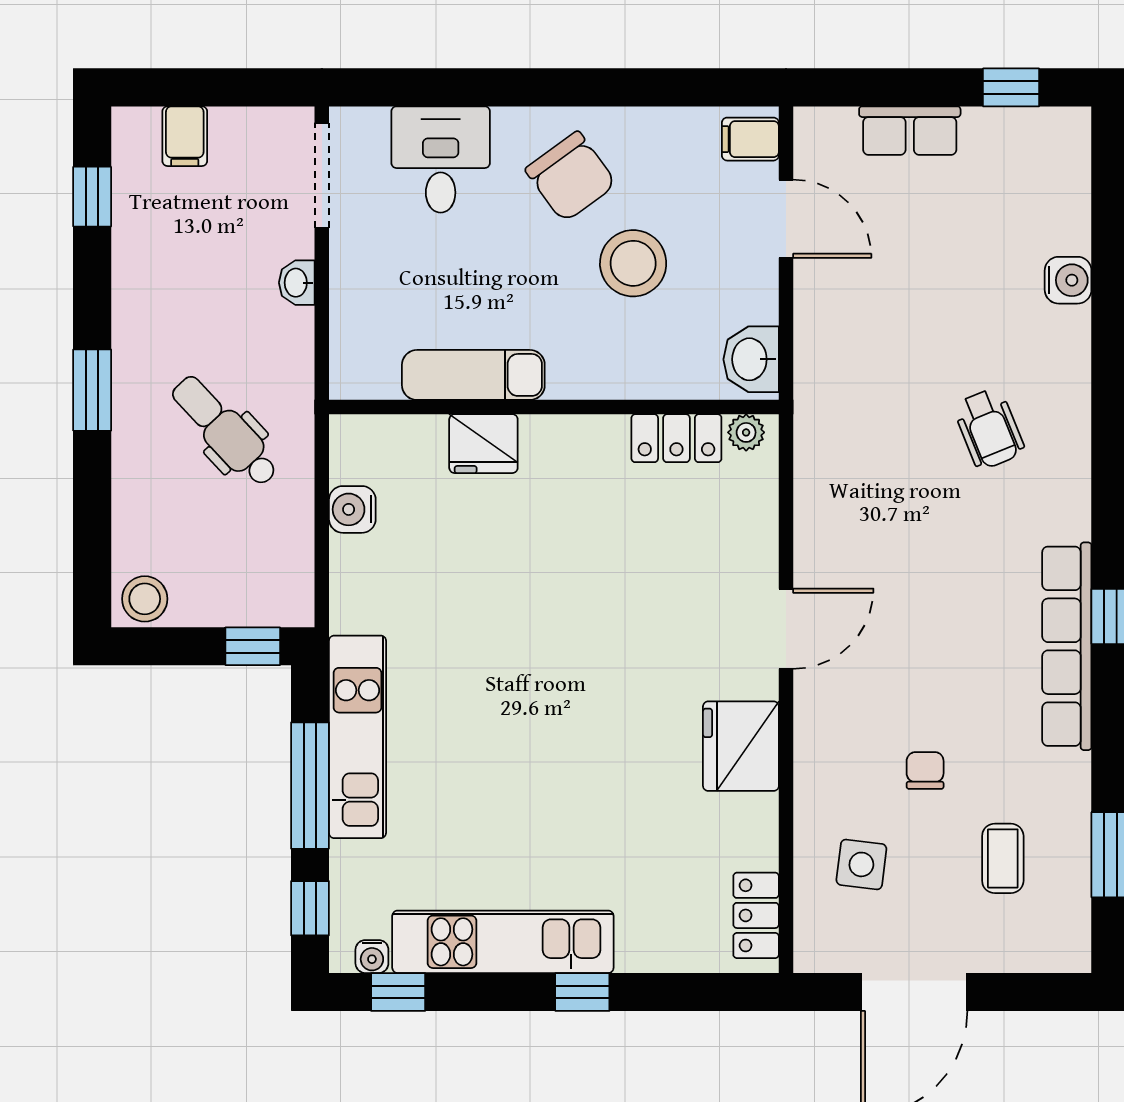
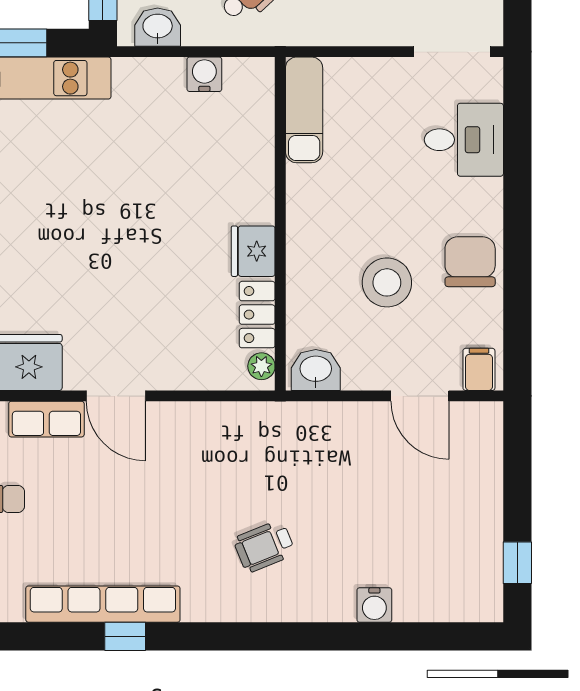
row of seats: (910, 131) -> (46, 419), moved, turned -90
chair: (571, 177) -> (470, 262), moved, turned 126
door: (786, 219) -> (420, 396), hinge flipped
washbasin: (297, 283) -> (158, 27), moved, width x1.38, depth x1.45
exam couch: (473, 375) -> (304, 110), moved
fridge: (483, 444) -> (253, 251), moved

